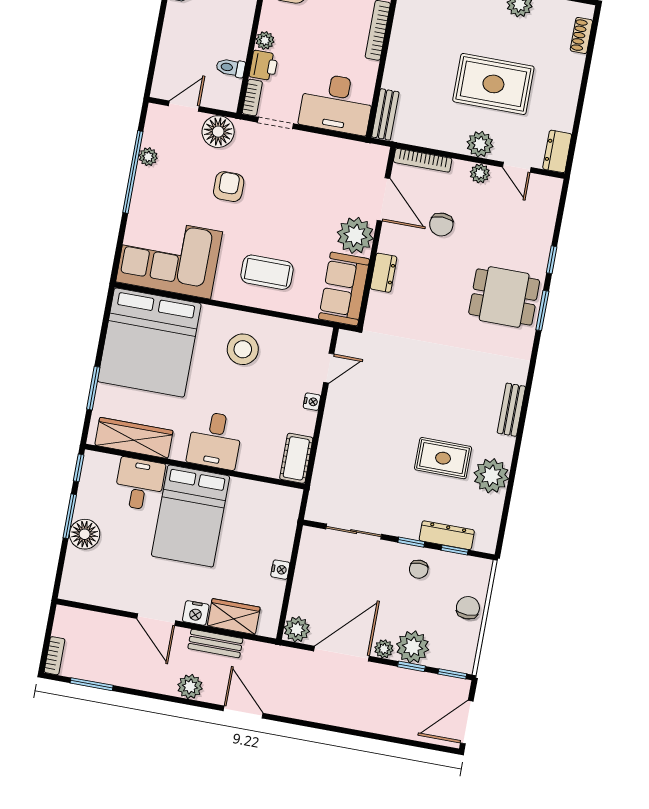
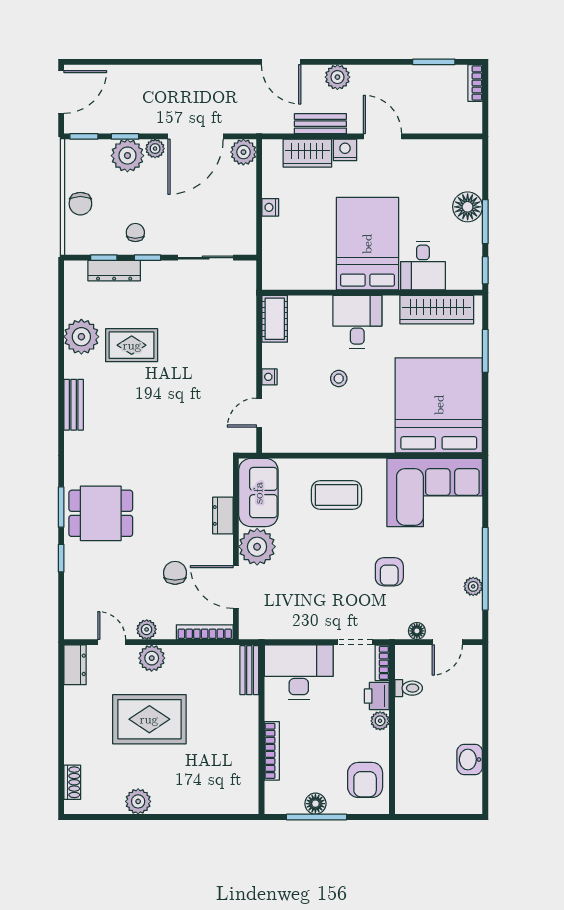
floor lamp: (218, 132) -> (417, 631), width x0.53, depth x0.53
stool: (243, 349) -> (339, 379), moved, width x0.53, depth x0.53

